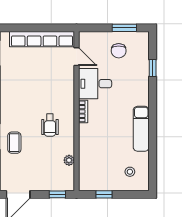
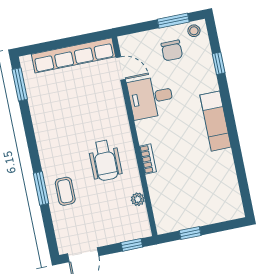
bookcase: (83, 111) -> (148, 159), moved
wheelchair: (50, 125) -> (105, 160), width x1.36, depth x1.37
exam couch: (141, 129) -> (215, 121), moved
stool: (130, 172) -> (194, 31), moved

